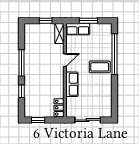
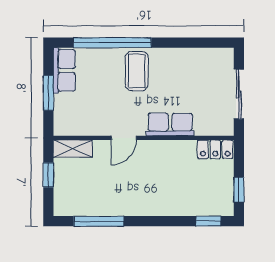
row of seats: (78, 29) -> (64, 70), moved
door: (65, 60) -> (124, 138), swing flipped
window: (22, 63) -> (99, 221), moved
window: (22, 91) -> (209, 221), moved

